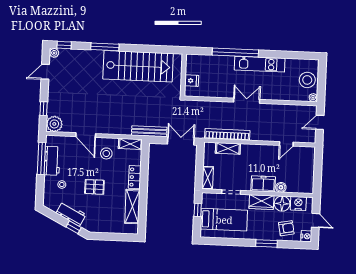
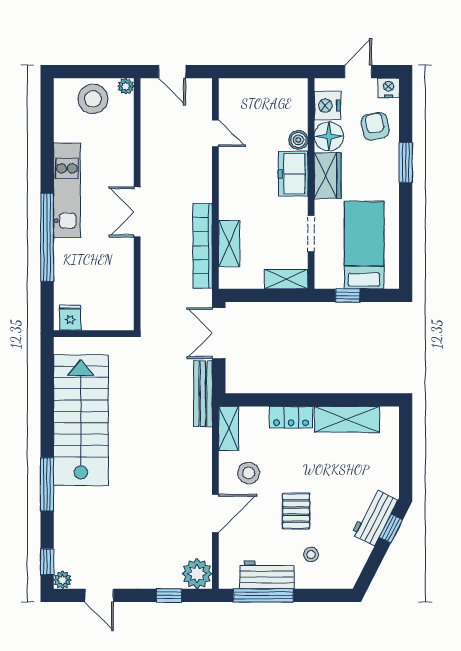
fridge: (192, 81) -> (70, 318), moved
pallet: (94, 187) -> (296, 511), moved
workbench: (71, 214) -> (375, 517), moved

